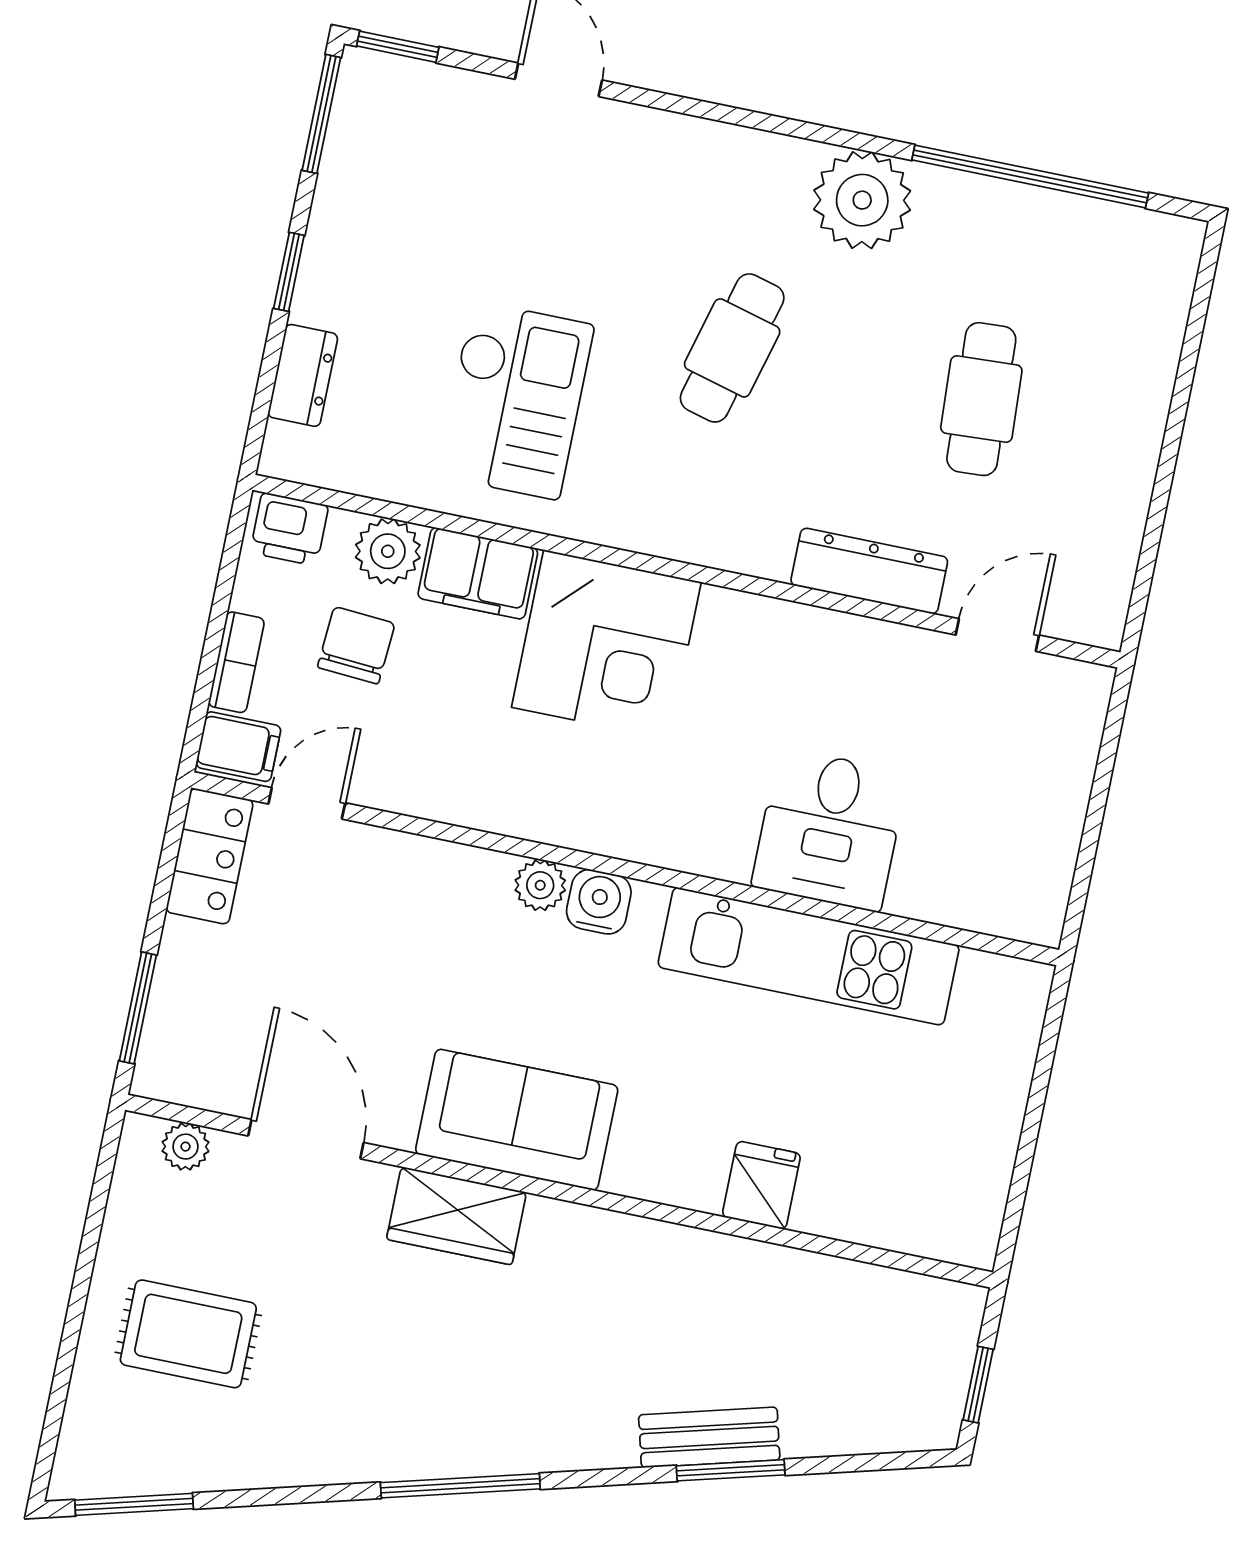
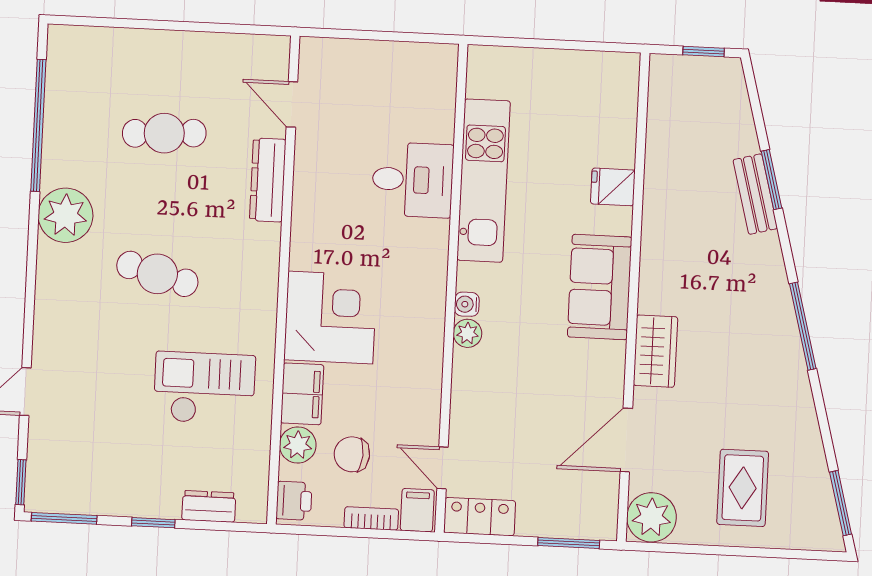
water cooler: (599, 902) -> (467, 304), width x0.72, depth x0.72
sofa: (517, 1120) -> (600, 287), moved
plant: (186, 1147) -> (651, 517), width x1.87, depth x1.87

